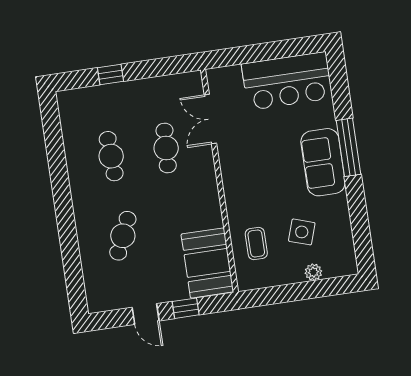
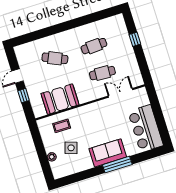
booth: (207, 263) -> (60, 99), moved

